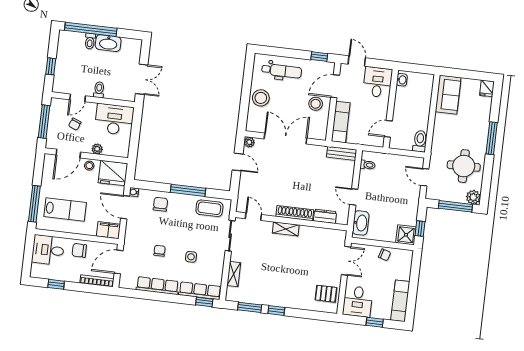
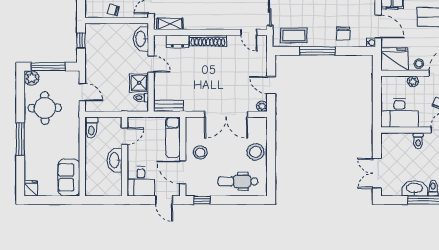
double door: (142, 79) -> (377, 173), moved
washbasin: (402, 80) -> (115, 160), moved, width x1.91, depth x1.45
door: (335, 86) -> (183, 172), swing flipped
shelving: (286, 229) -> (170, 24), moved
shower: (406, 235) -> (139, 83), moved

